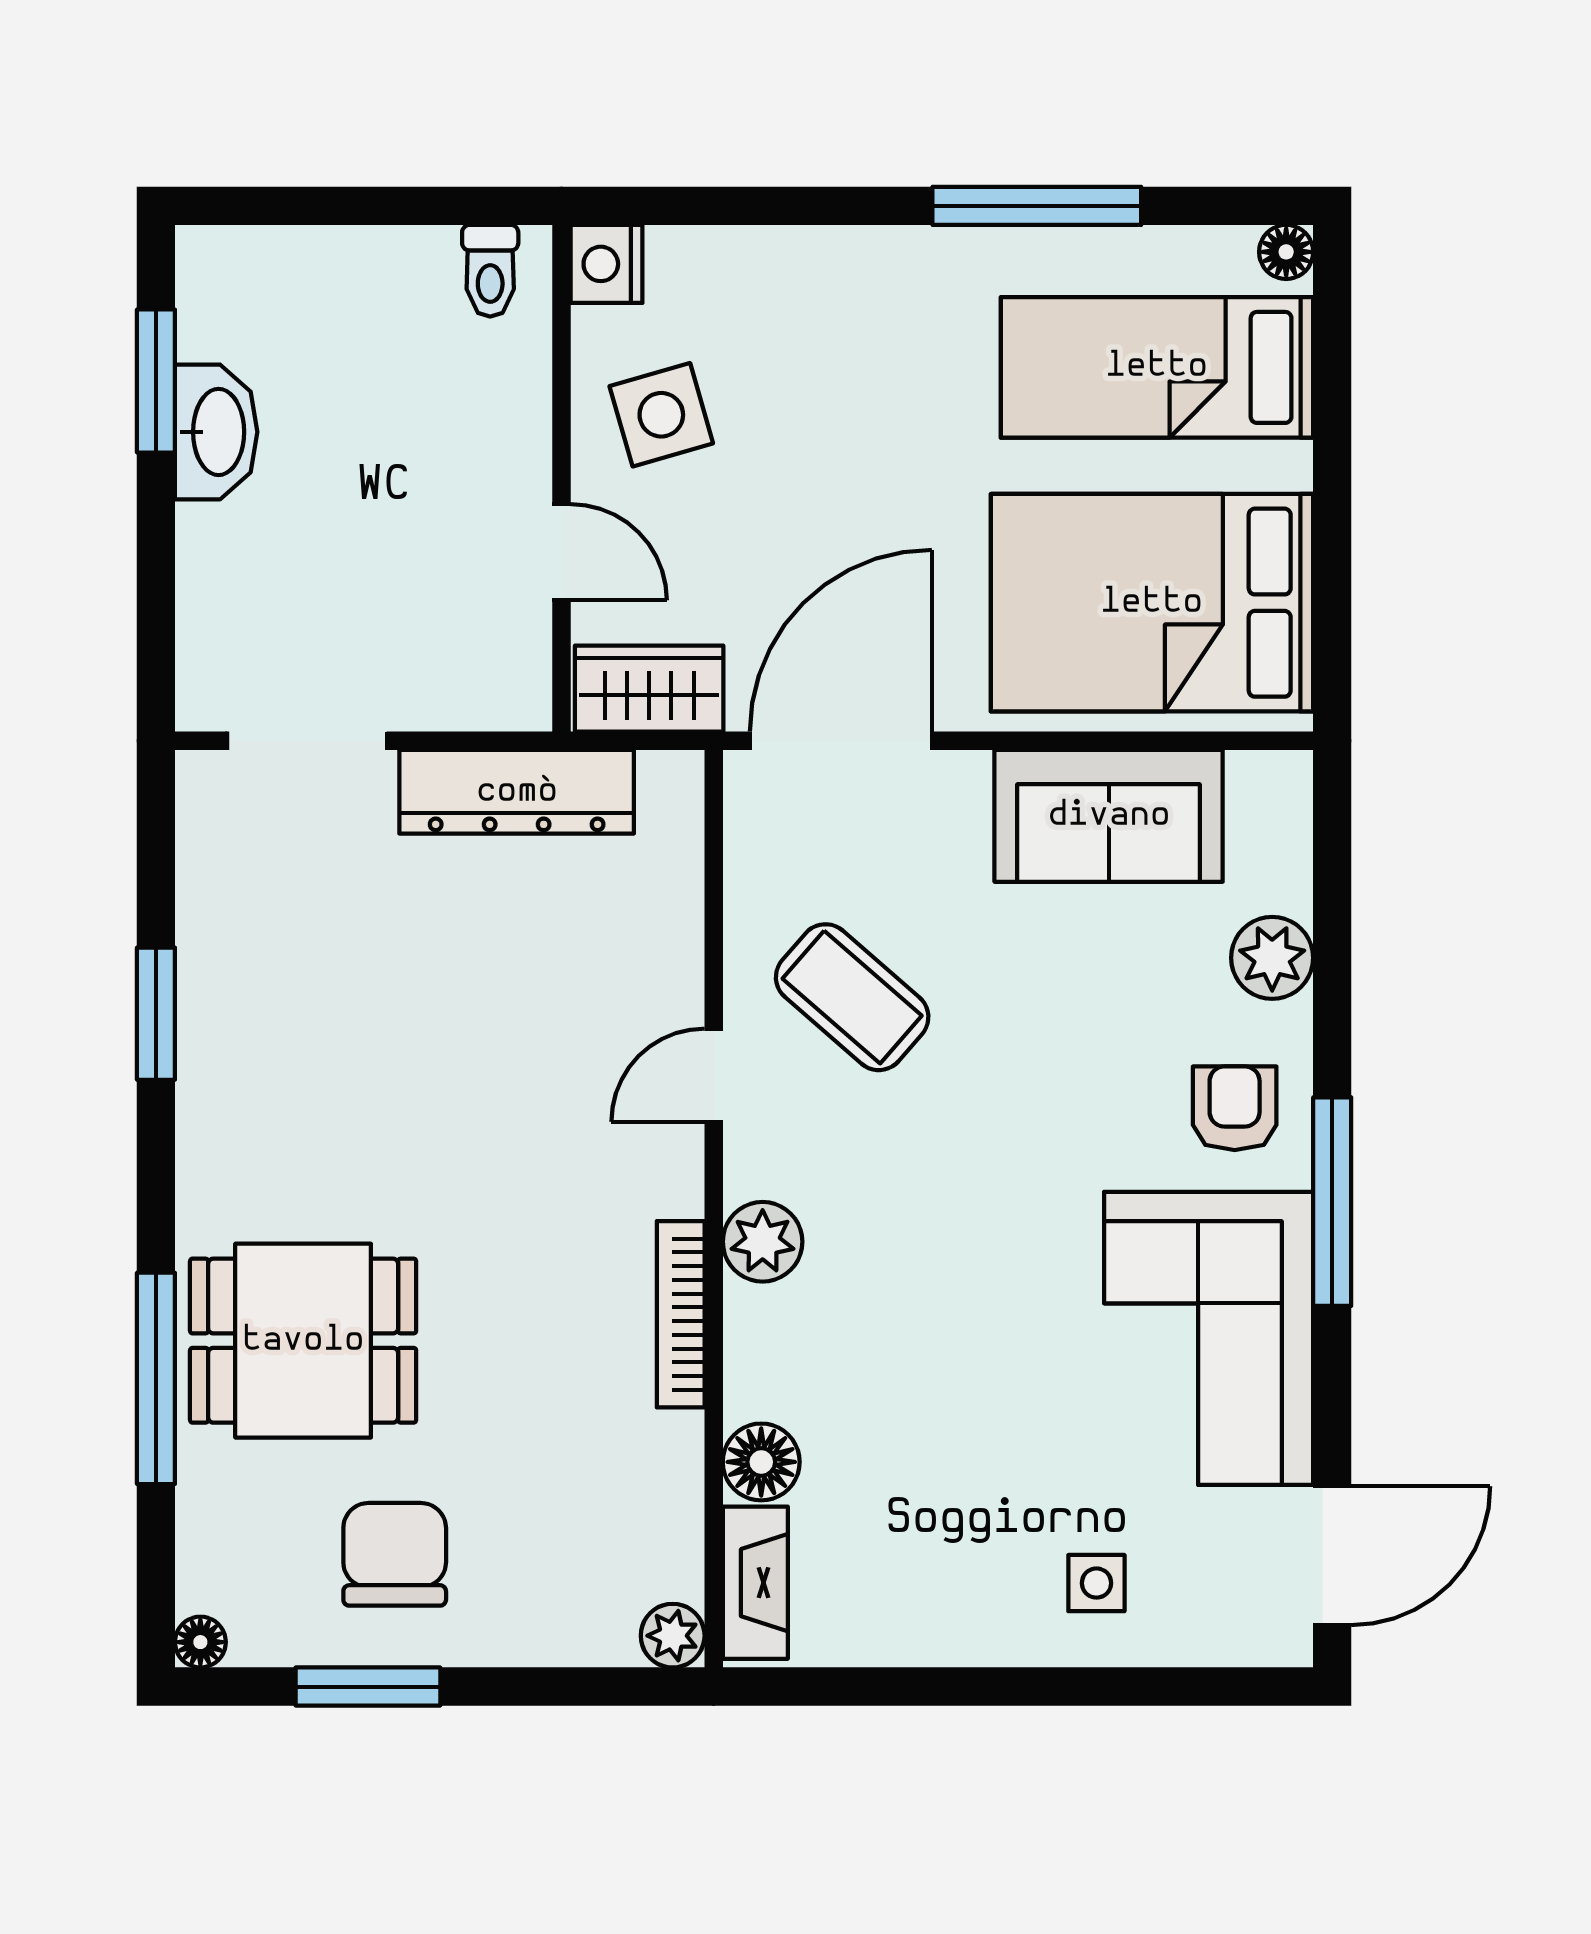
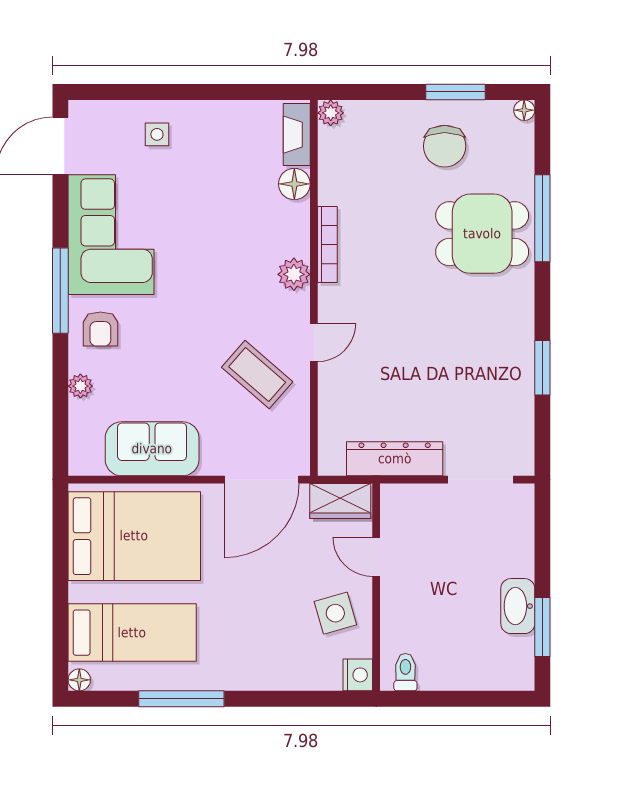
plant: (1272, 958) -> (80, 386), width x0.73, depth x0.73

